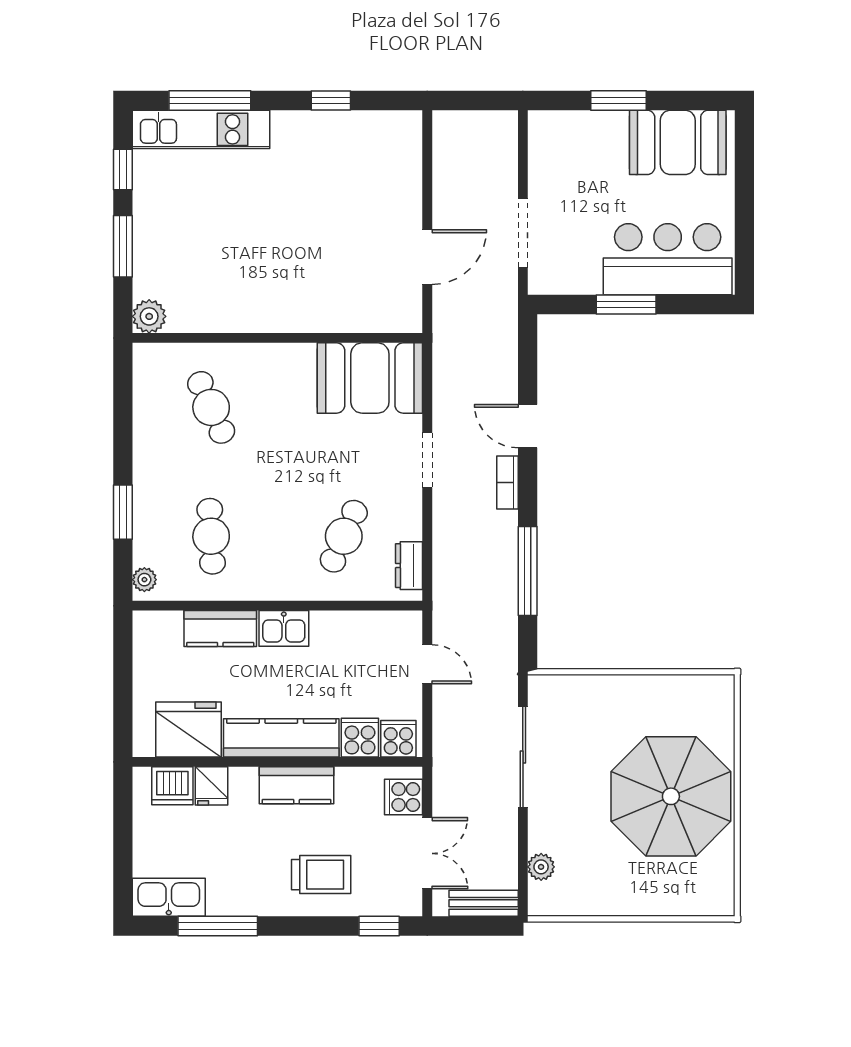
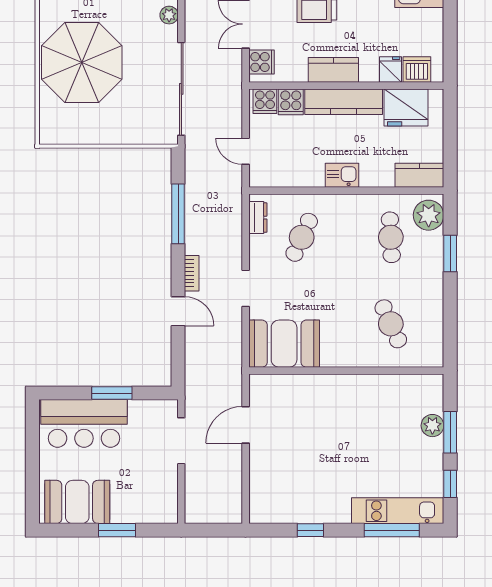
plant: (149, 316) -> (432, 426), moved
plant: (144, 580) -> (429, 215), width x1.88, depth x1.88
kitchen counter: (220, 629) -> (419, 175), moved
sliding door: (523, 757) -> (181, 89), width x1.36

